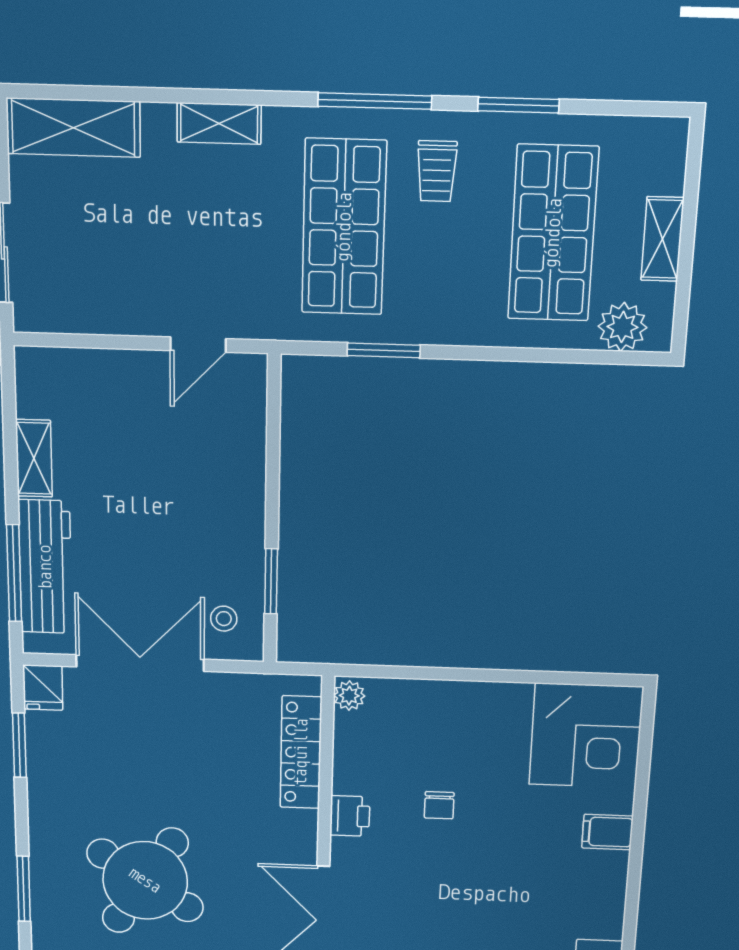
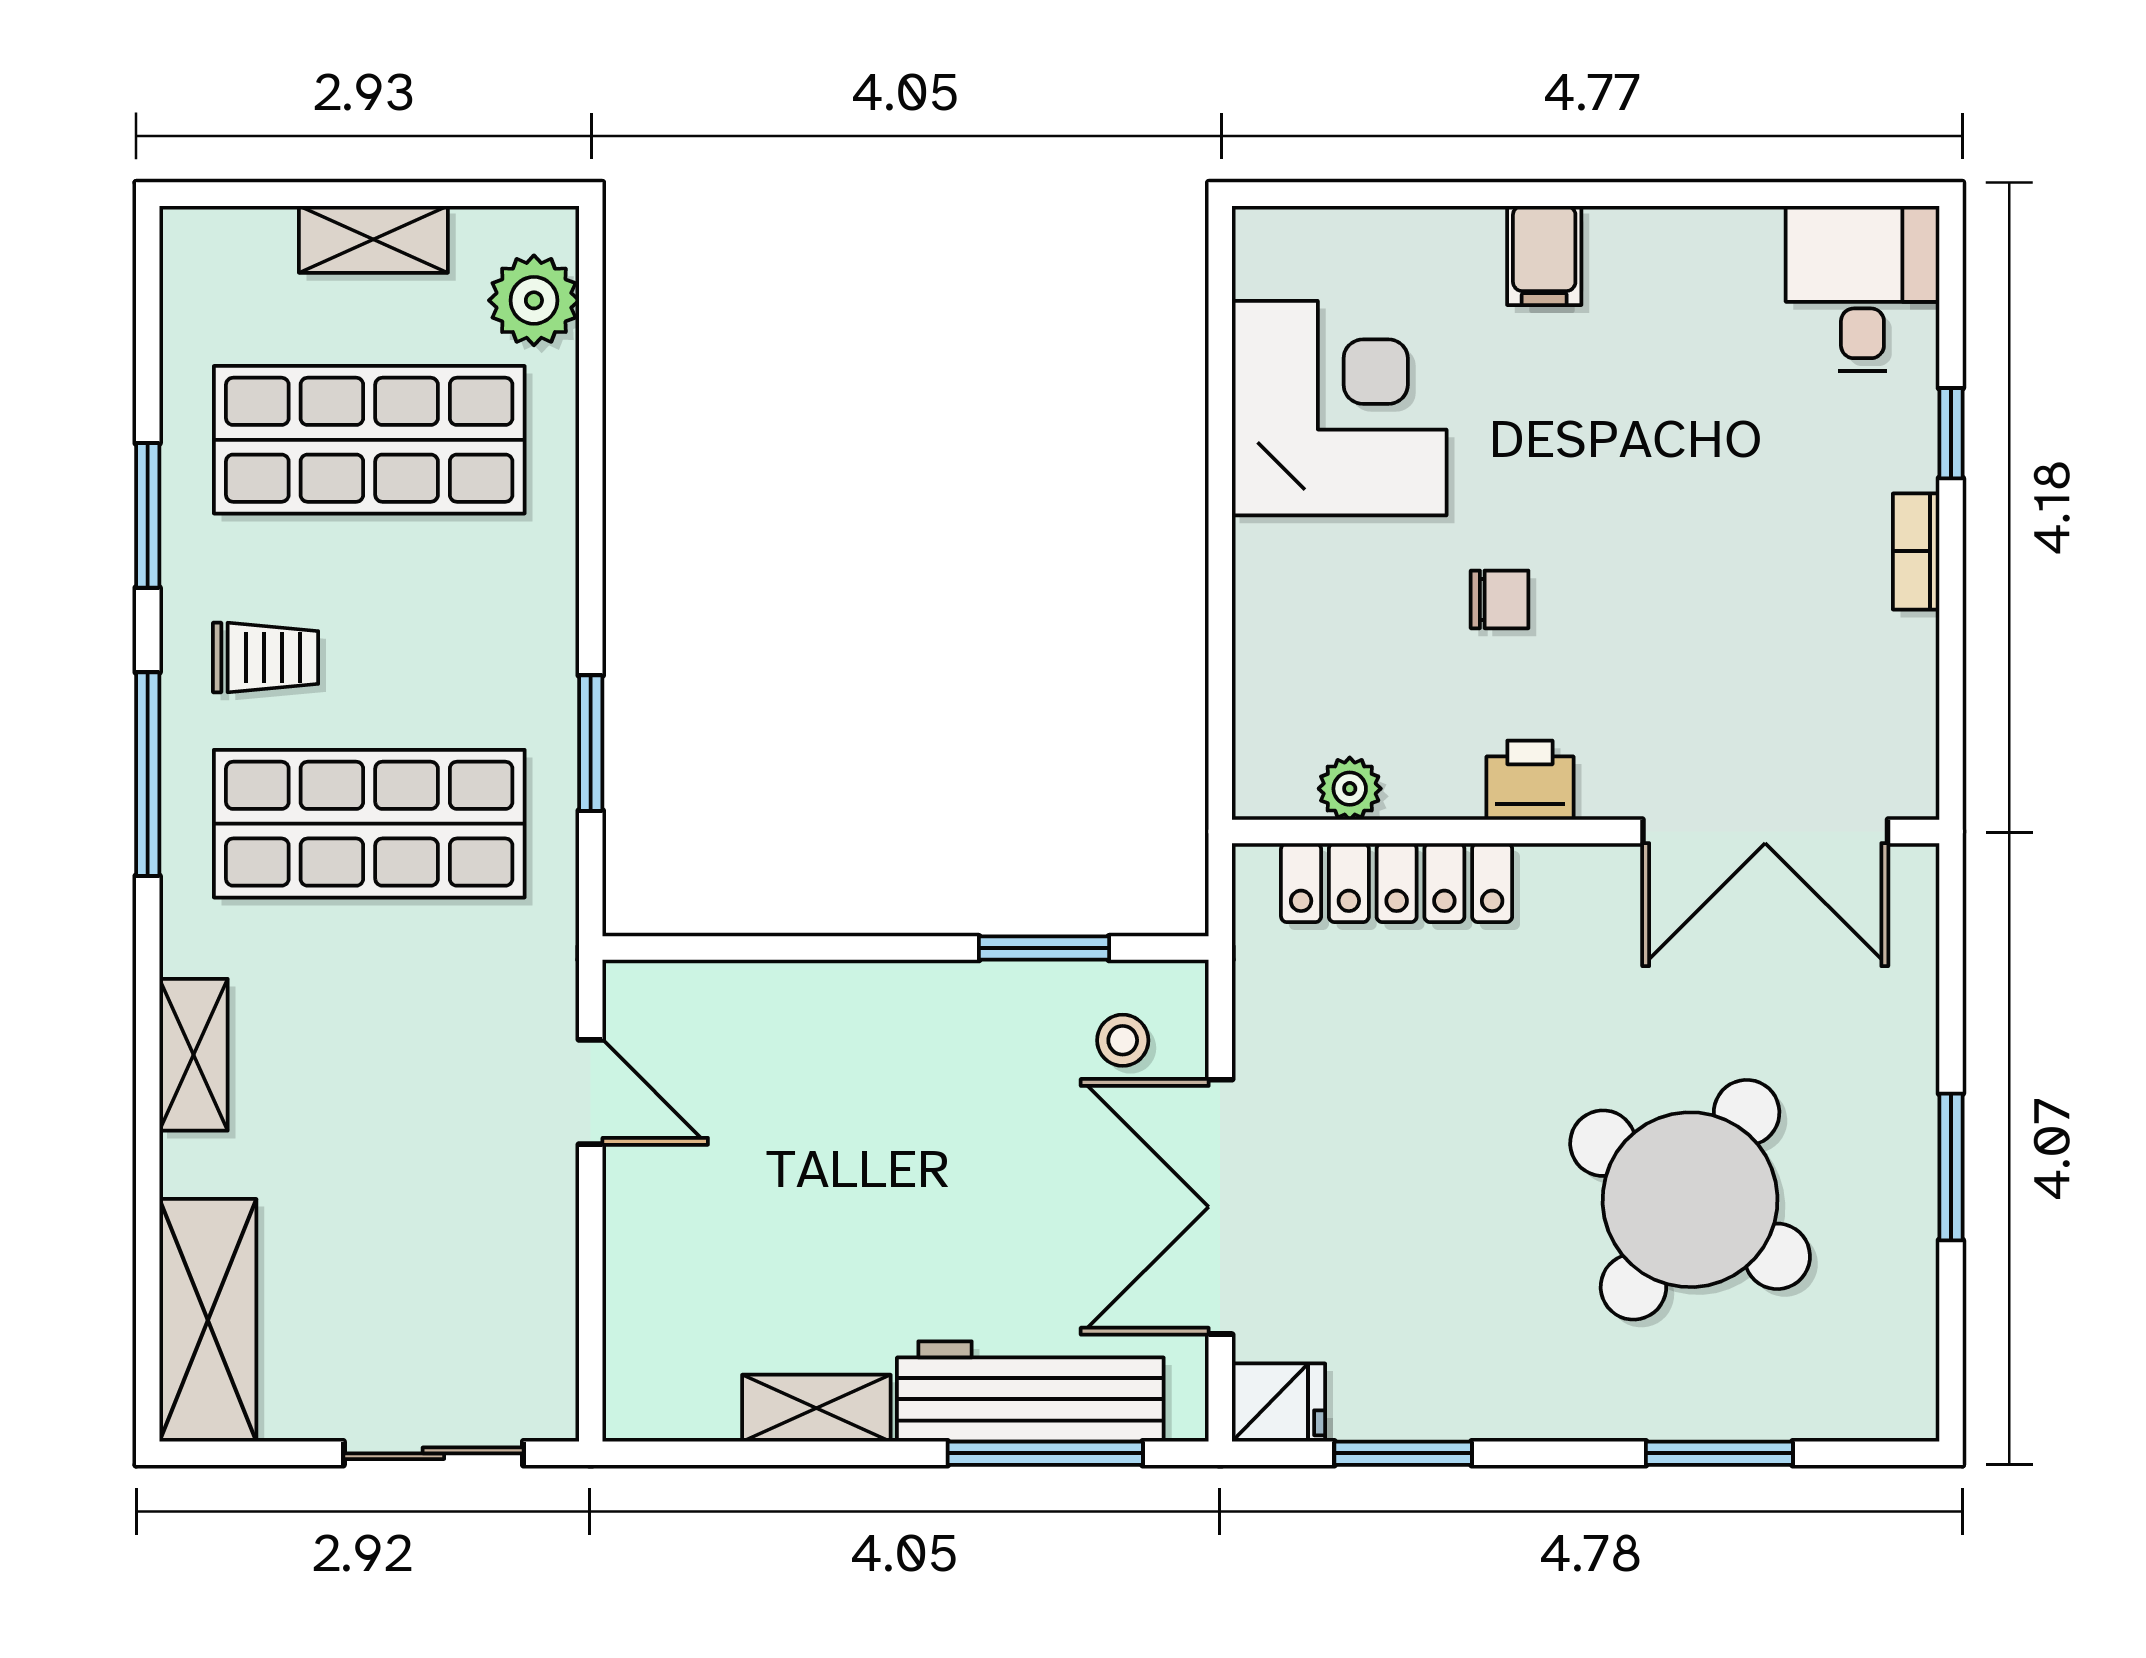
plant: (349, 696) -> (1350, 789), moved
corner desk: (586, 736) -> (1339, 408), moved

